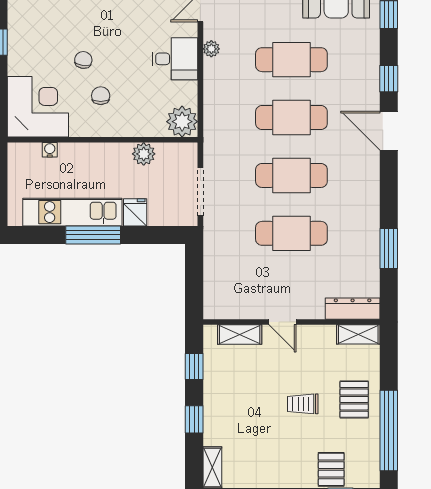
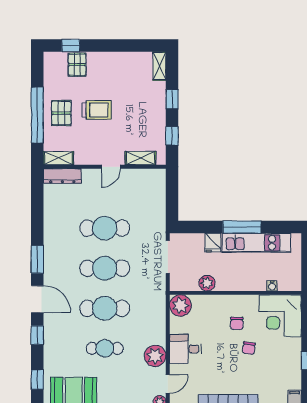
plant: (211, 49) -> (155, 356), width x1.88, depth x1.88
cafe table: (291, 60) -> (105, 348), width x0.73, depth x0.74
window: (389, 248) -> (37, 259), moved
door: (282, 322) -> (111, 167), swing flipped
trolley: (303, 404) -> (97, 110), width x1.36, depth x1.39
window: (389, 430) -> (37, 115), moved

